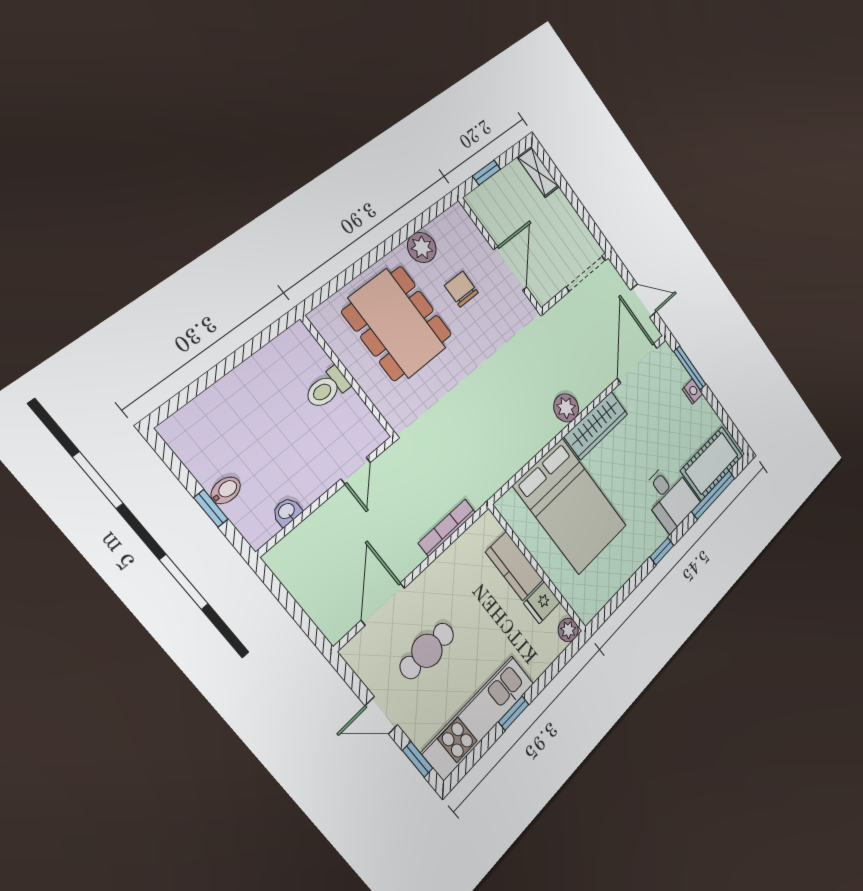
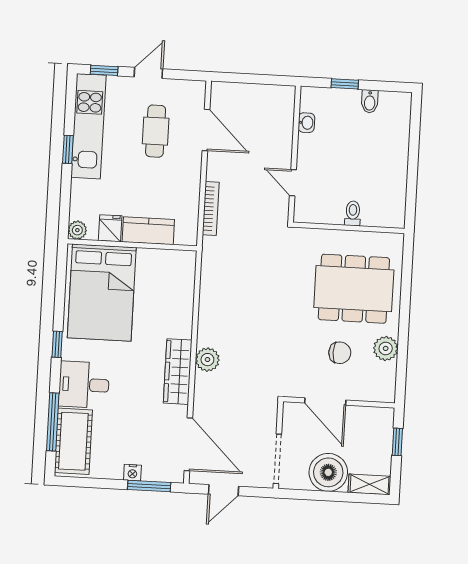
boiler: (559, 218) -> (328, 472), added
toilet: (327, 388) -> (353, 213), width x0.73, depth x0.72
bidet: (226, 490) -> (370, 101), moved
bed: (570, 506) -> (102, 293), moved, turned -90

